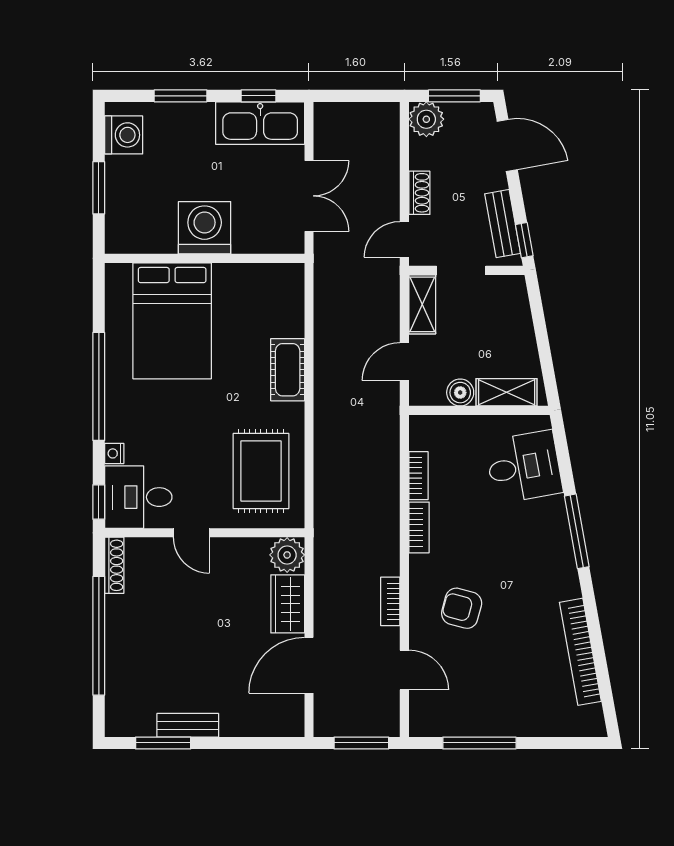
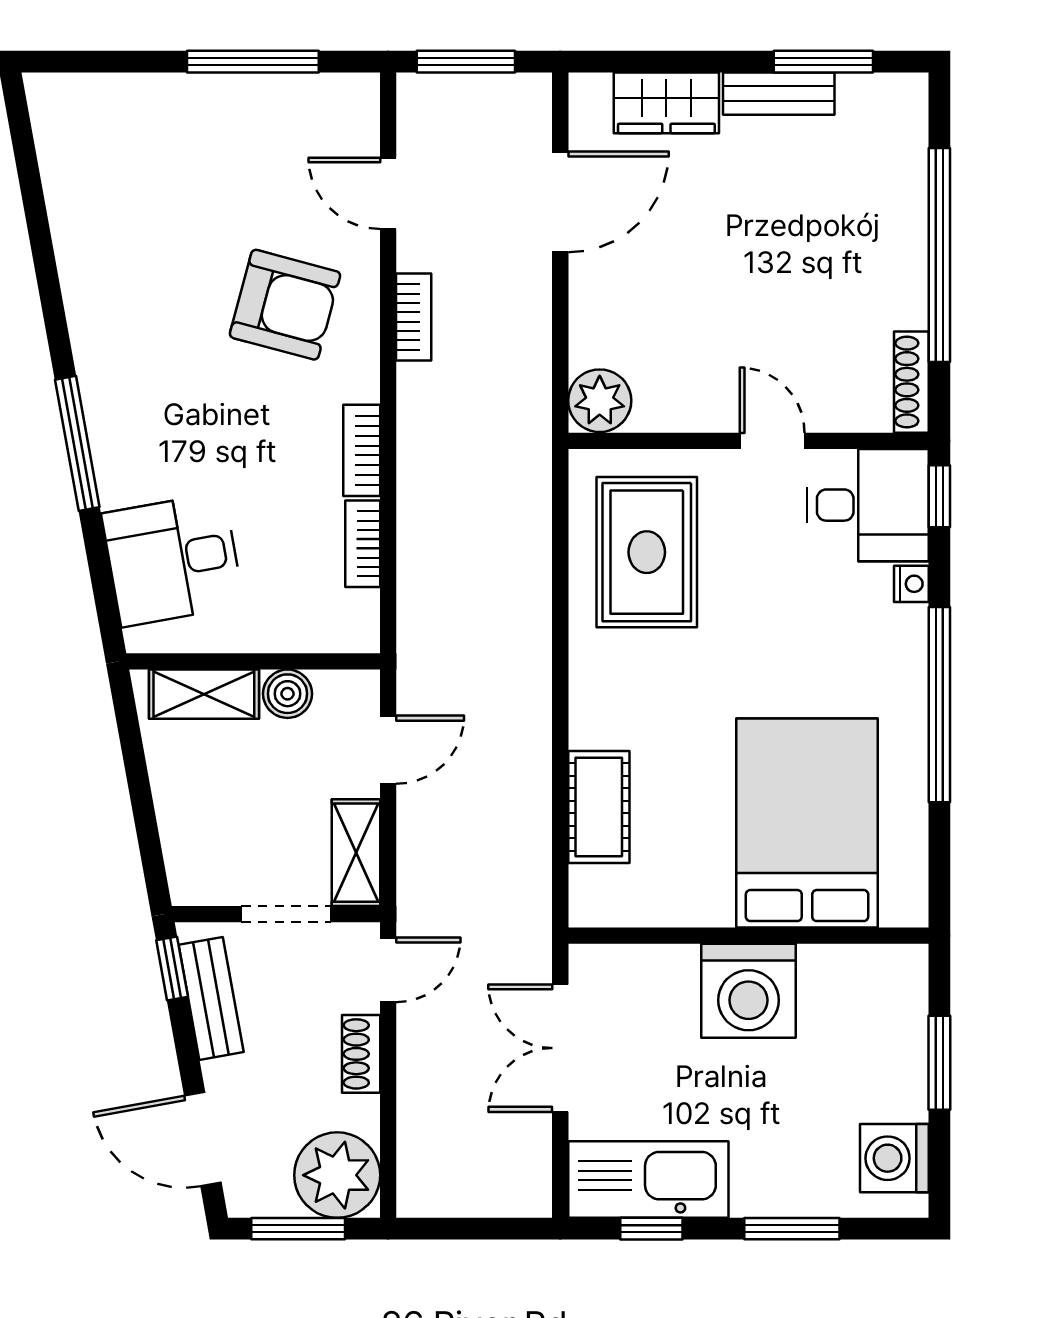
plant: (426, 119) -> (337, 1175), width x1.36, depth x1.36
cot: (288, 370) -> (599, 807), moved
wardrobe: (288, 604) -> (666, 103), moved, turned 90
armchair: (462, 608) -> (285, 305), width x1.38, depth x1.38
bookcase: (580, 652) -> (71, 226), removed

